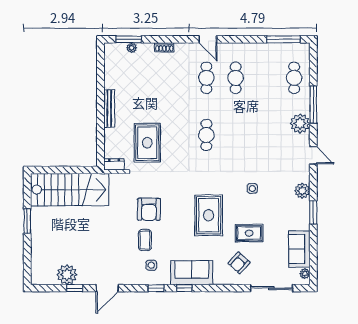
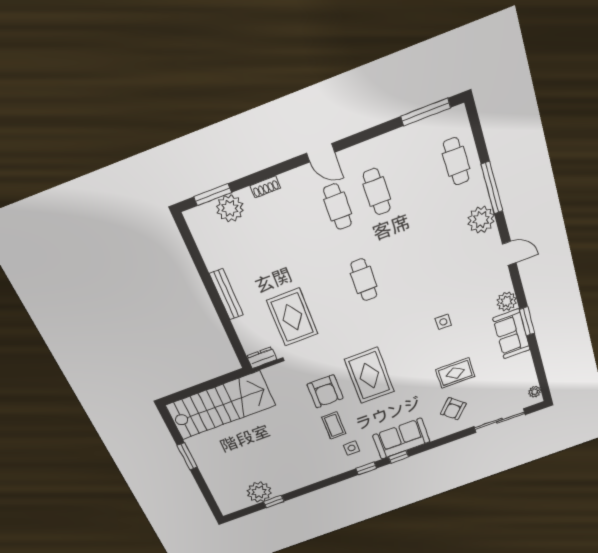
plant: (132, 48) -> (230, 208), width x1.88, depth x1.88
rug: (209, 215) -> (369, 376), moved
sofa: (299, 249) -> (512, 334), moved
door: (107, 288) -> (311, 488), removed

